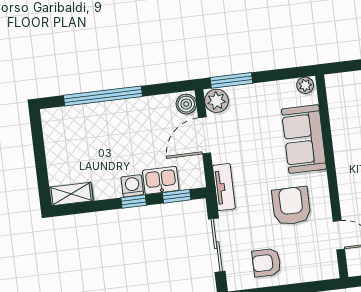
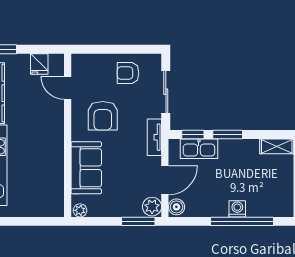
kitchen sink: (161, 180) -> (199, 149), width x1.38
washing machine: (132, 186) -> (237, 209), moved, turned 180
window: (134, 201) -> (228, 134), width x1.50
armchair: (266, 263) -> (128, 73), turned 180

